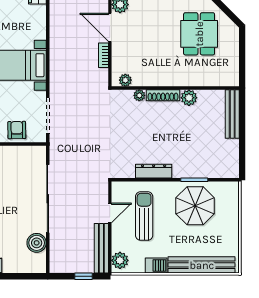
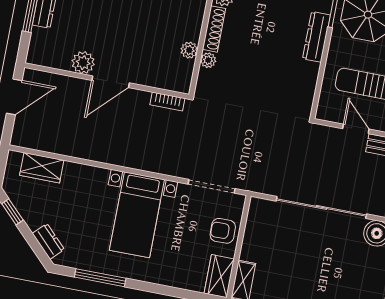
bookcase: (103, 55) -> (167, 101), moved
plant: (125, 80) -> (189, 50), moved
dresser: (154, 171) -> (316, 37), moved

